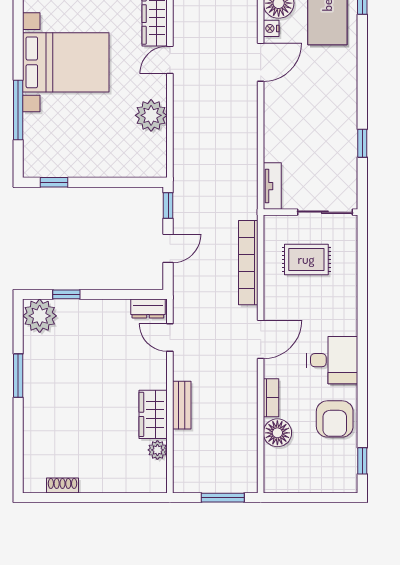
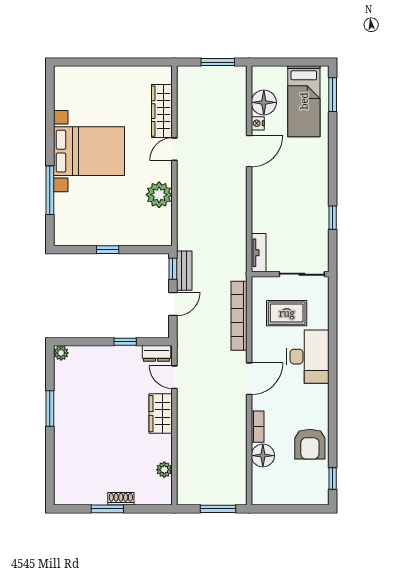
window: (54, 182) -> (108, 250), moved
window: (66, 294) -> (125, 342), moved
plant: (40, 316) -> (61, 353), width x0.53, depth x0.53
desk: (332, 360) -> (308, 357), moved, width x1.37
bench: (182, 405) -> (184, 271), moved
wardrobe: (153, 414) -> (161, 414), moved
shoe rack: (62, 485) -> (121, 499), moved
window: (88, 498) -> (107, 509), added

